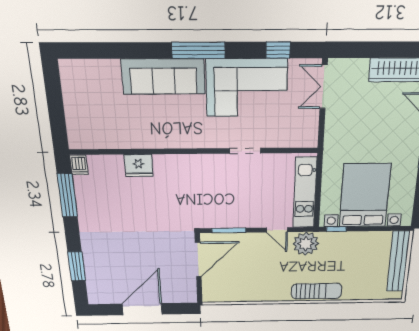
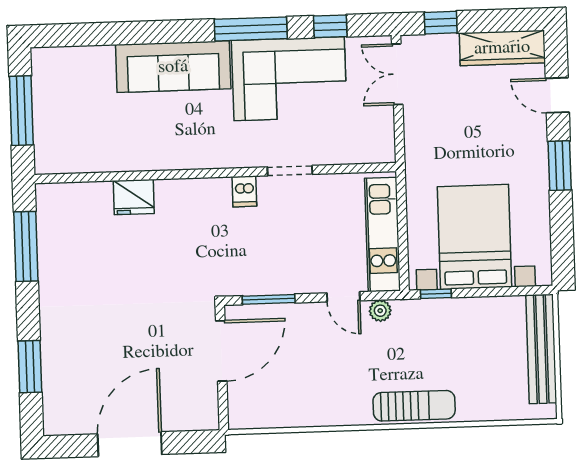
window: (198, 50) -> (251, 29), moved
window: (358, 50) -> (441, 23), added
window: (55, 105) -> (21, 111), added
dishwasher: (79, 165) -> (244, 191), moved
plant: (306, 244) -> (380, 311), width x0.53, depth x0.53

